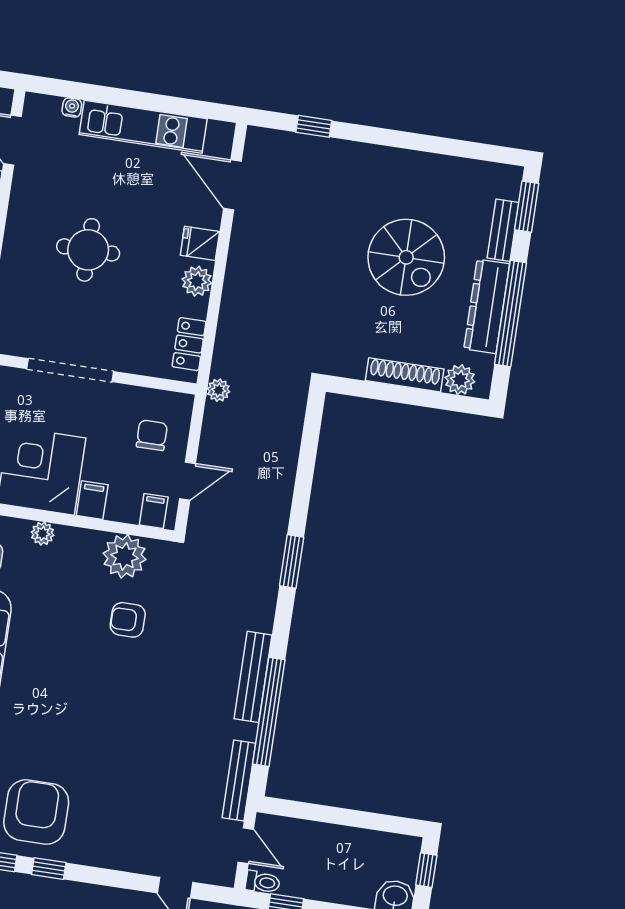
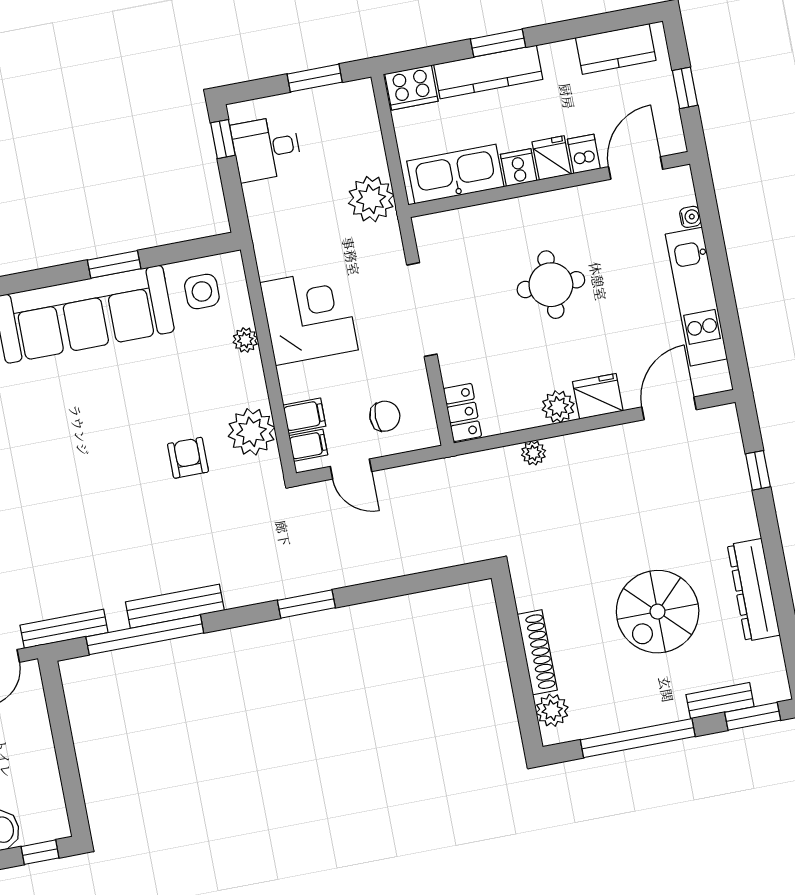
fridge: (200, 243) -> (598, 396), width x1.38
dresser: (487, 306) -> (754, 590), moved, turned -90
locker: (189, 344) -> (462, 412), moved, turned 90
plant: (219, 390) -> (534, 453), moved
filing cabinet: (92, 500) -> (304, 416), moved

